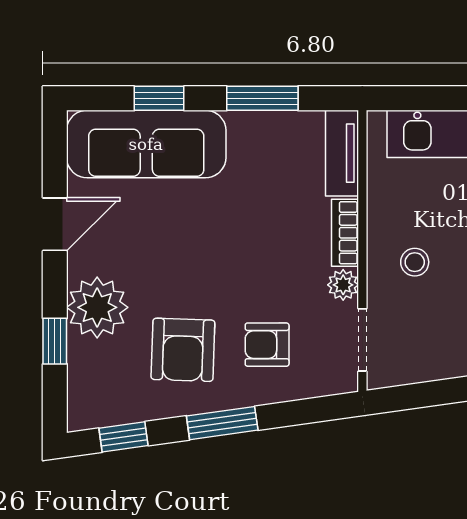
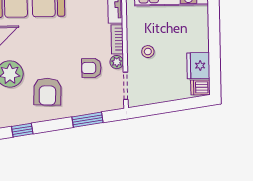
armchair: (267, 345) -> (91, 68), moved
window: (222, 423) -> (87, 120), moved

